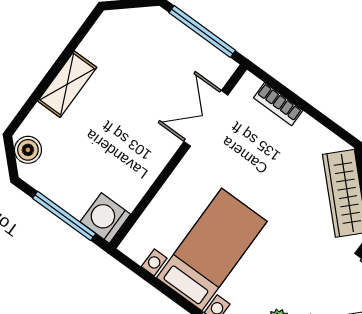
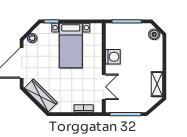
shelving: (67, 84) -> (157, 84), moved
washing machine: (105, 218) -> (113, 57), moved

